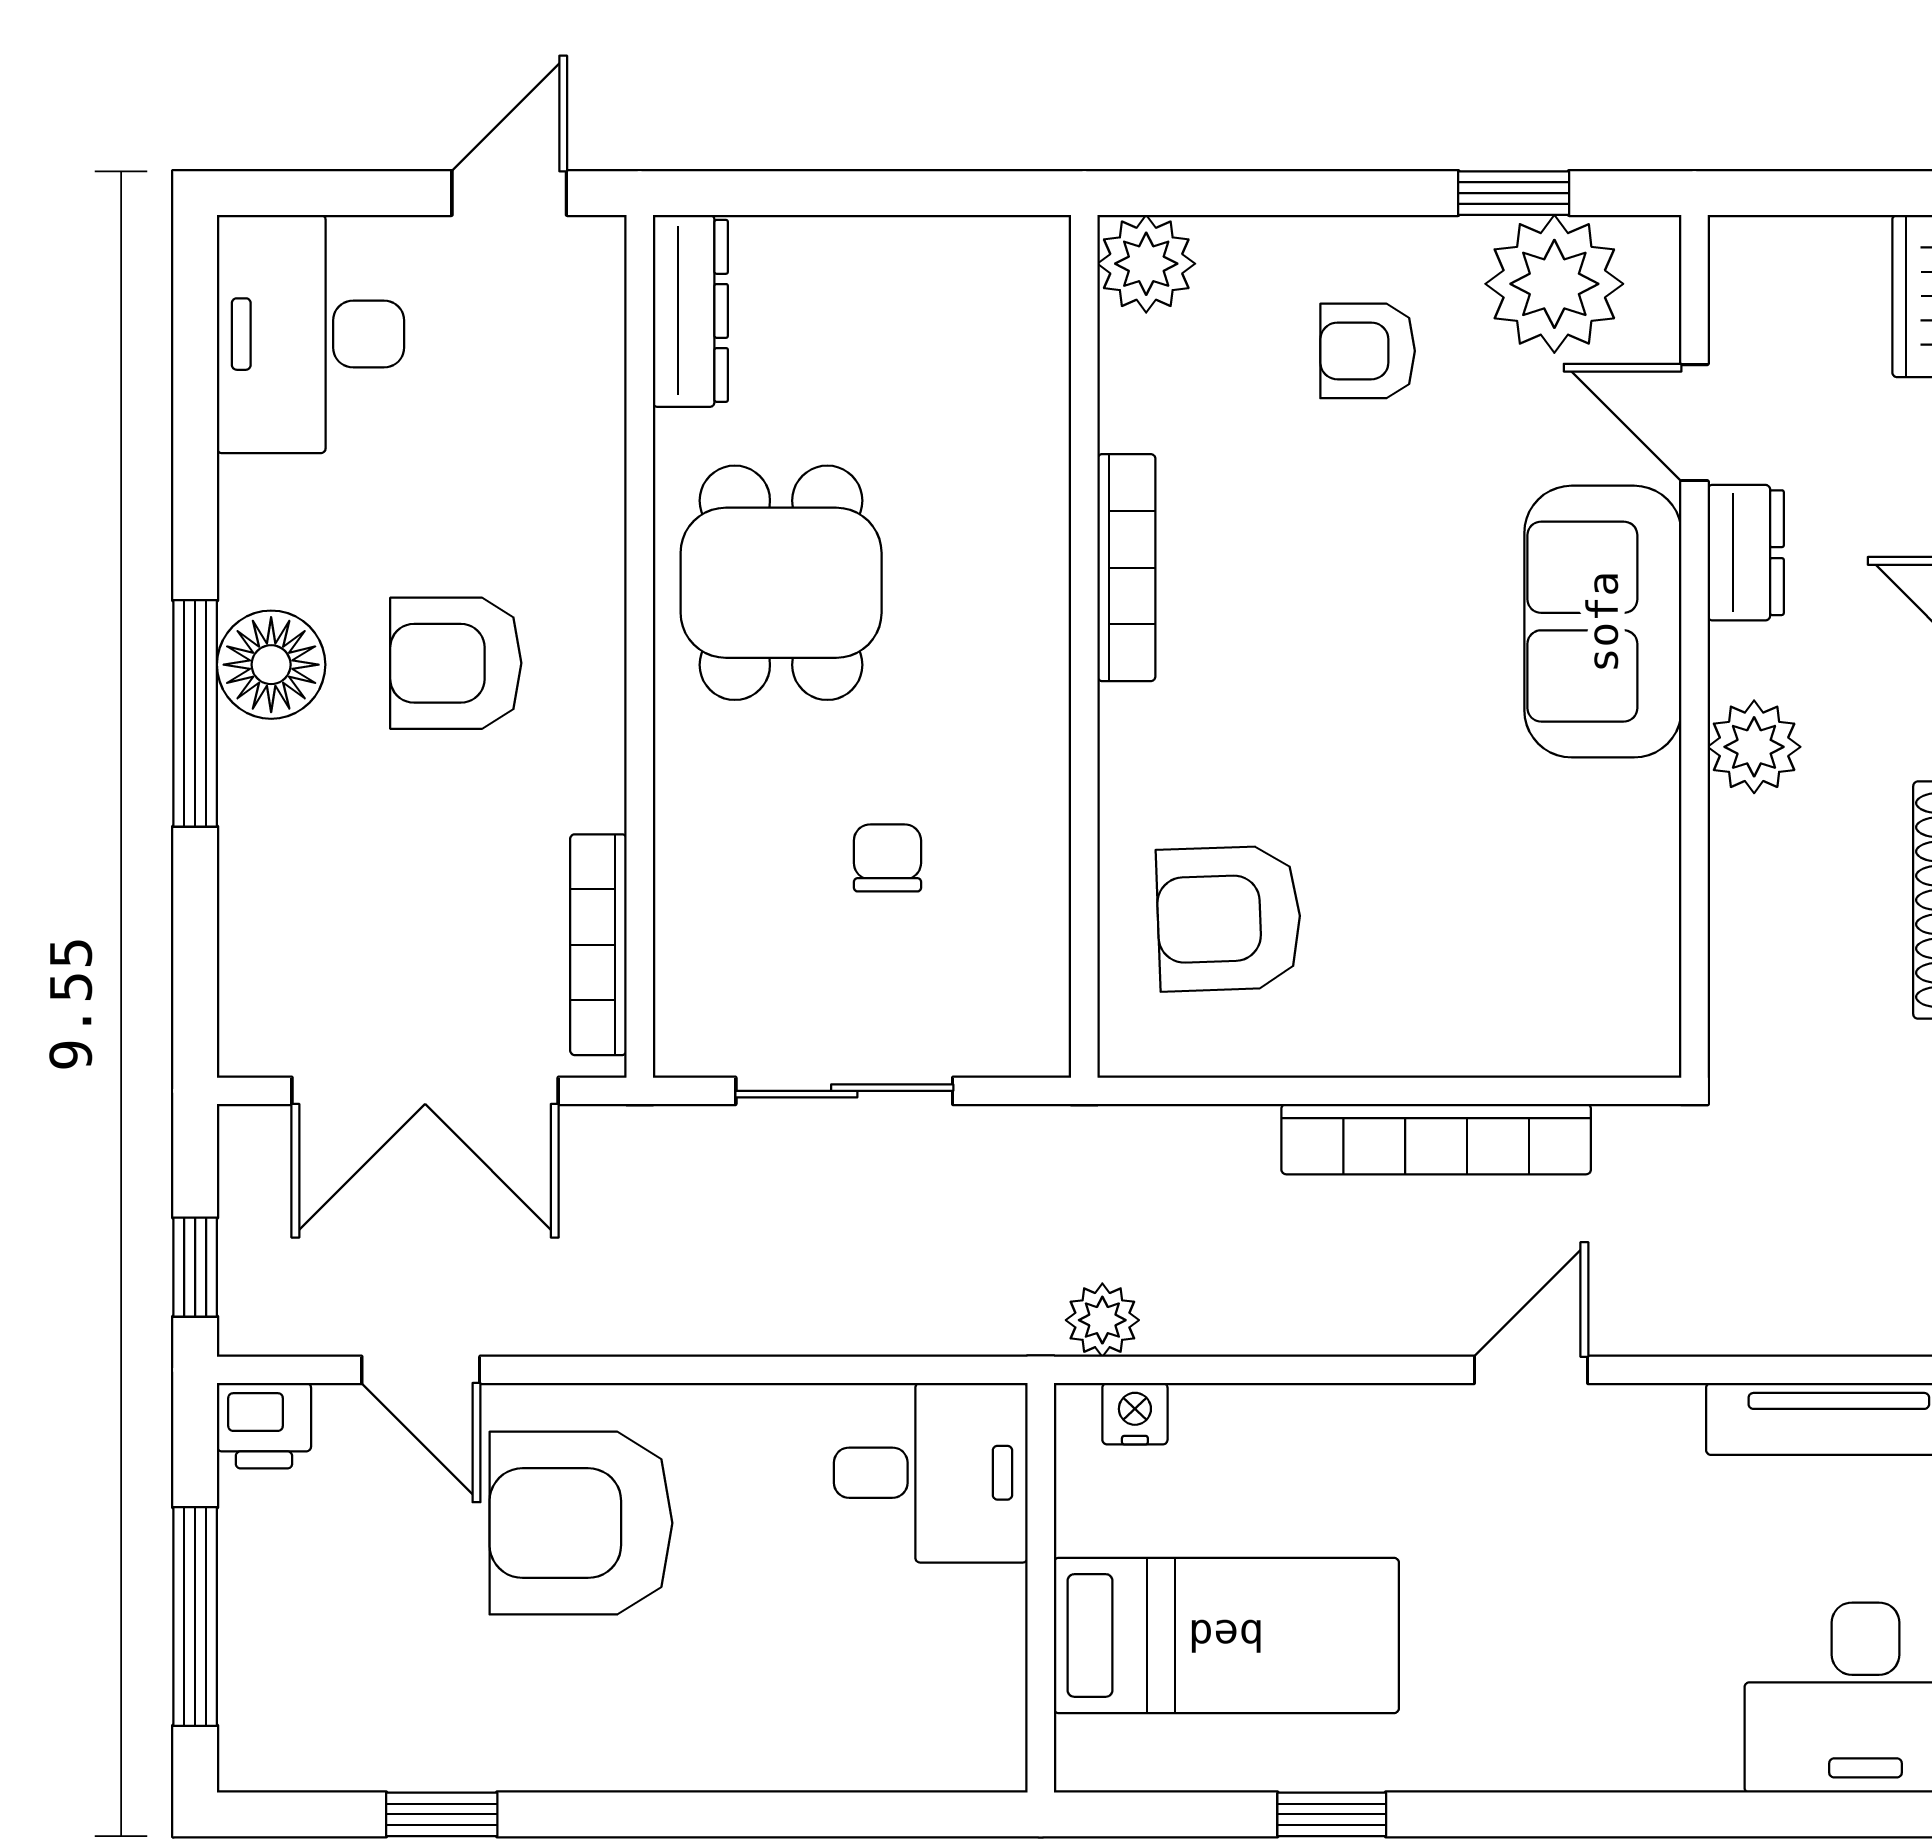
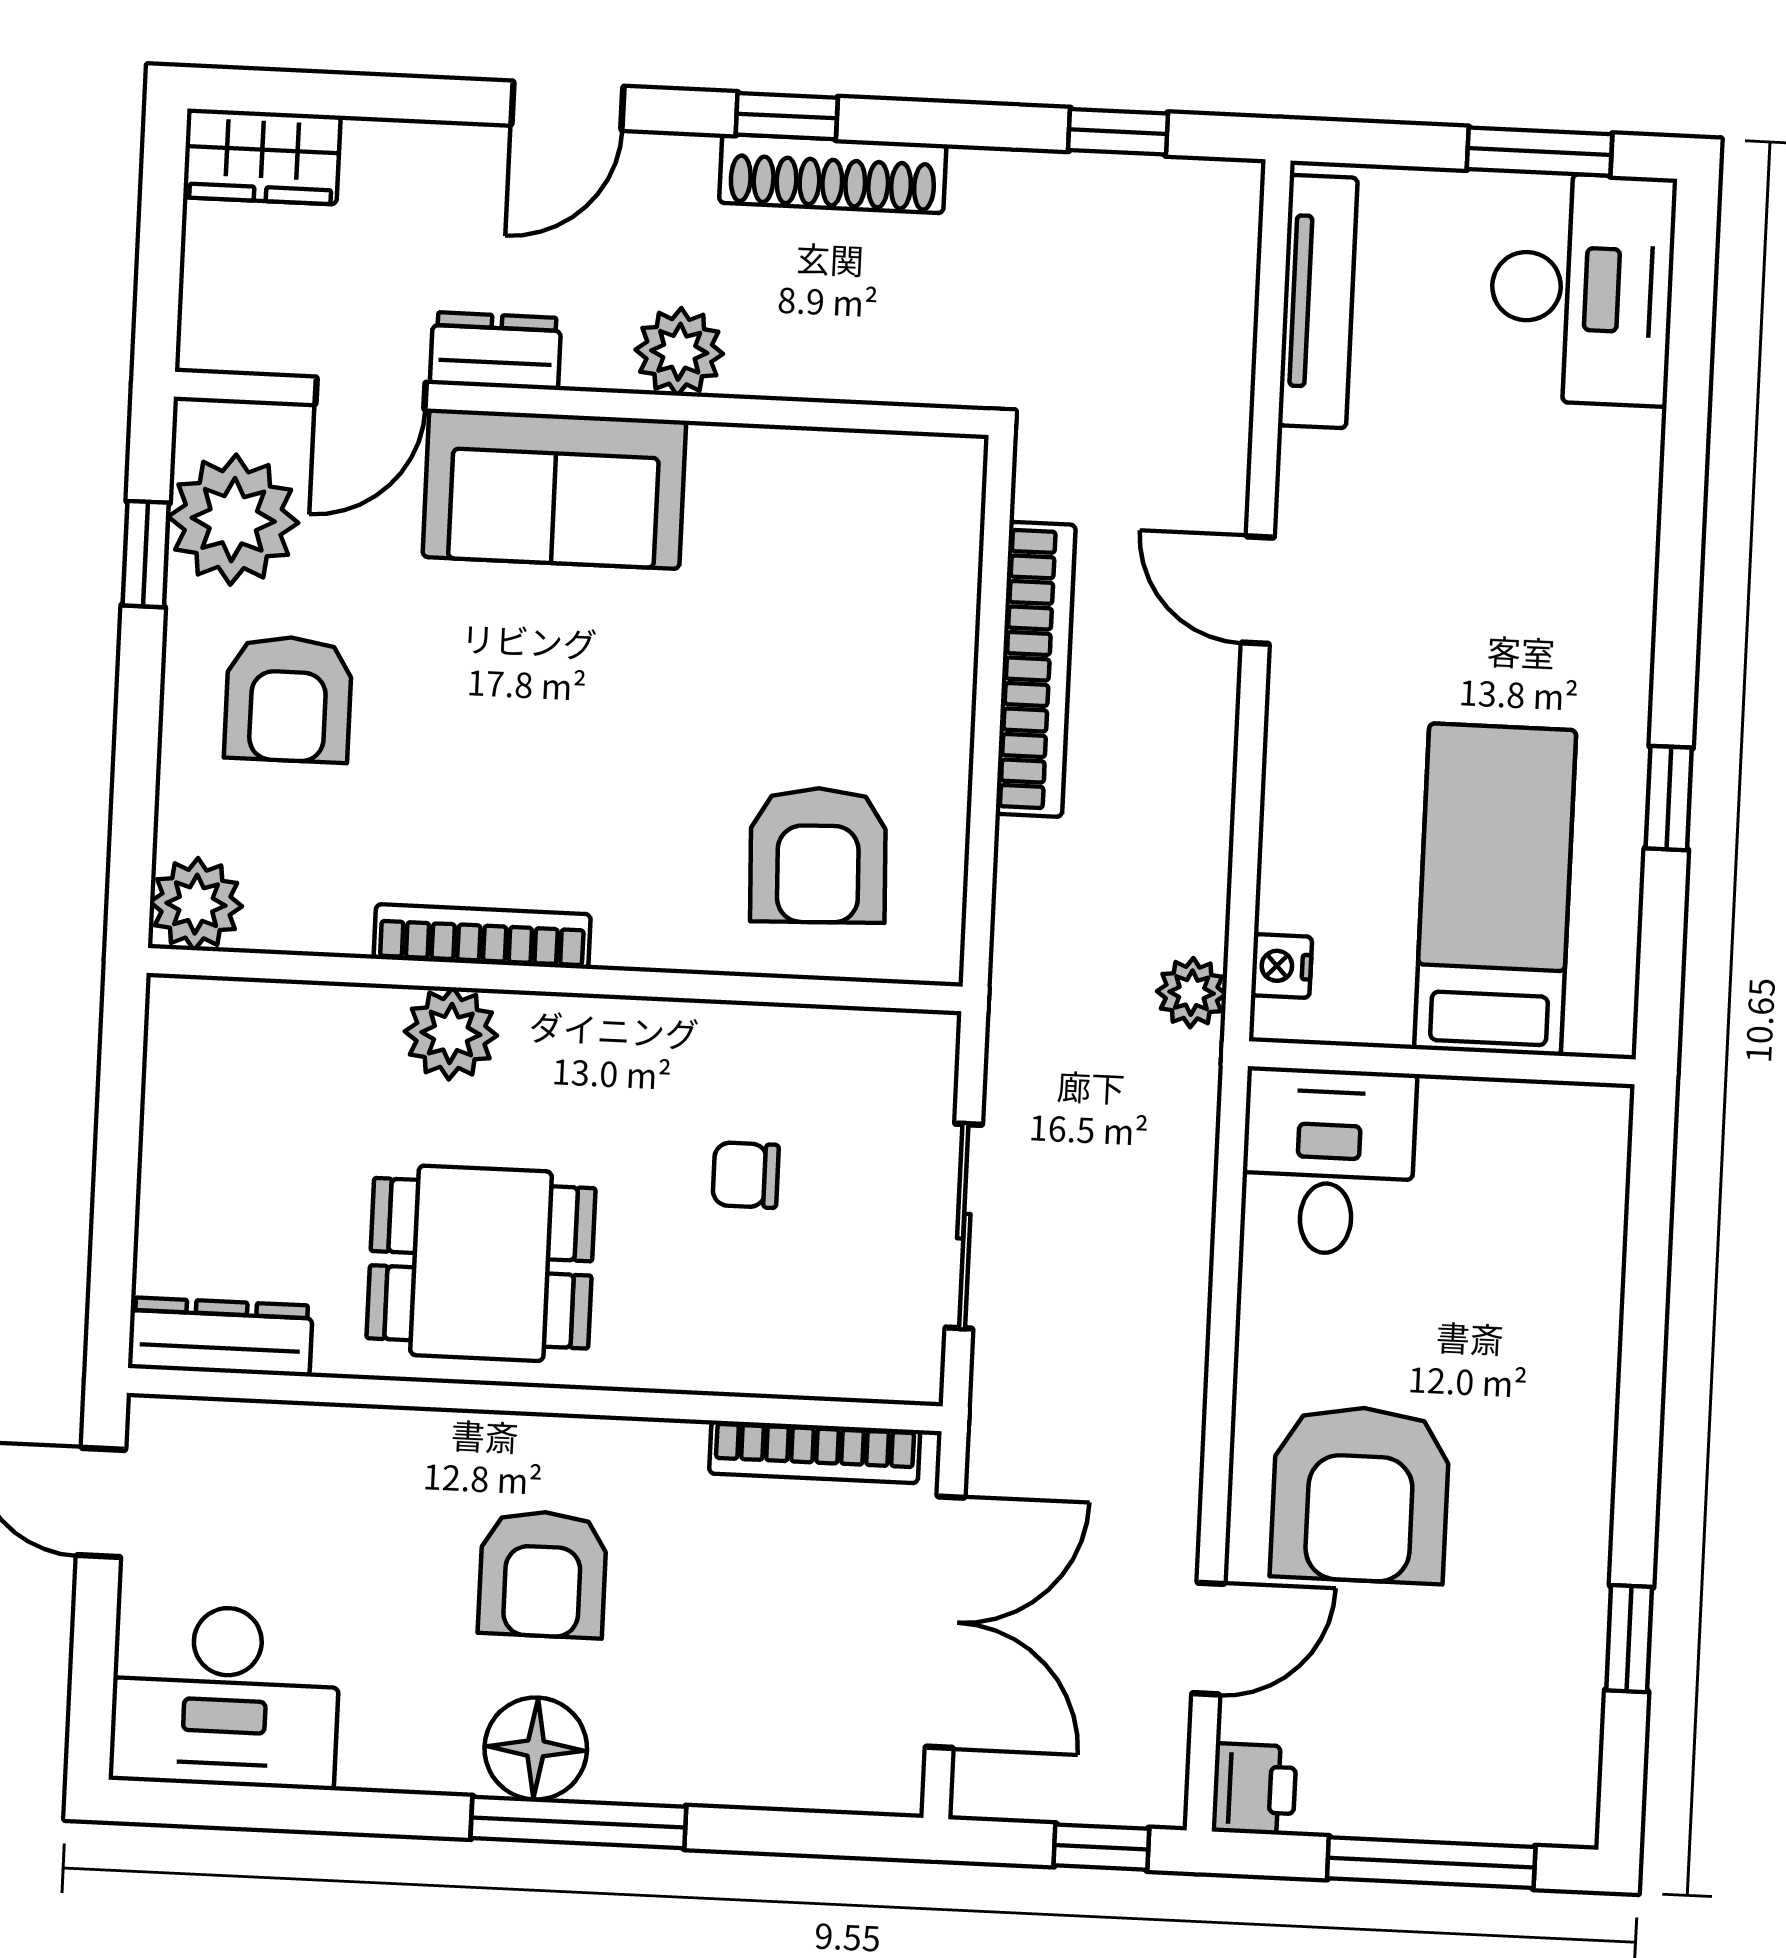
armchair: (1368, 351) -> (288, 699), width x1.38, depth x1.38
plant: (1022, 539) -> (451, 1033), added

